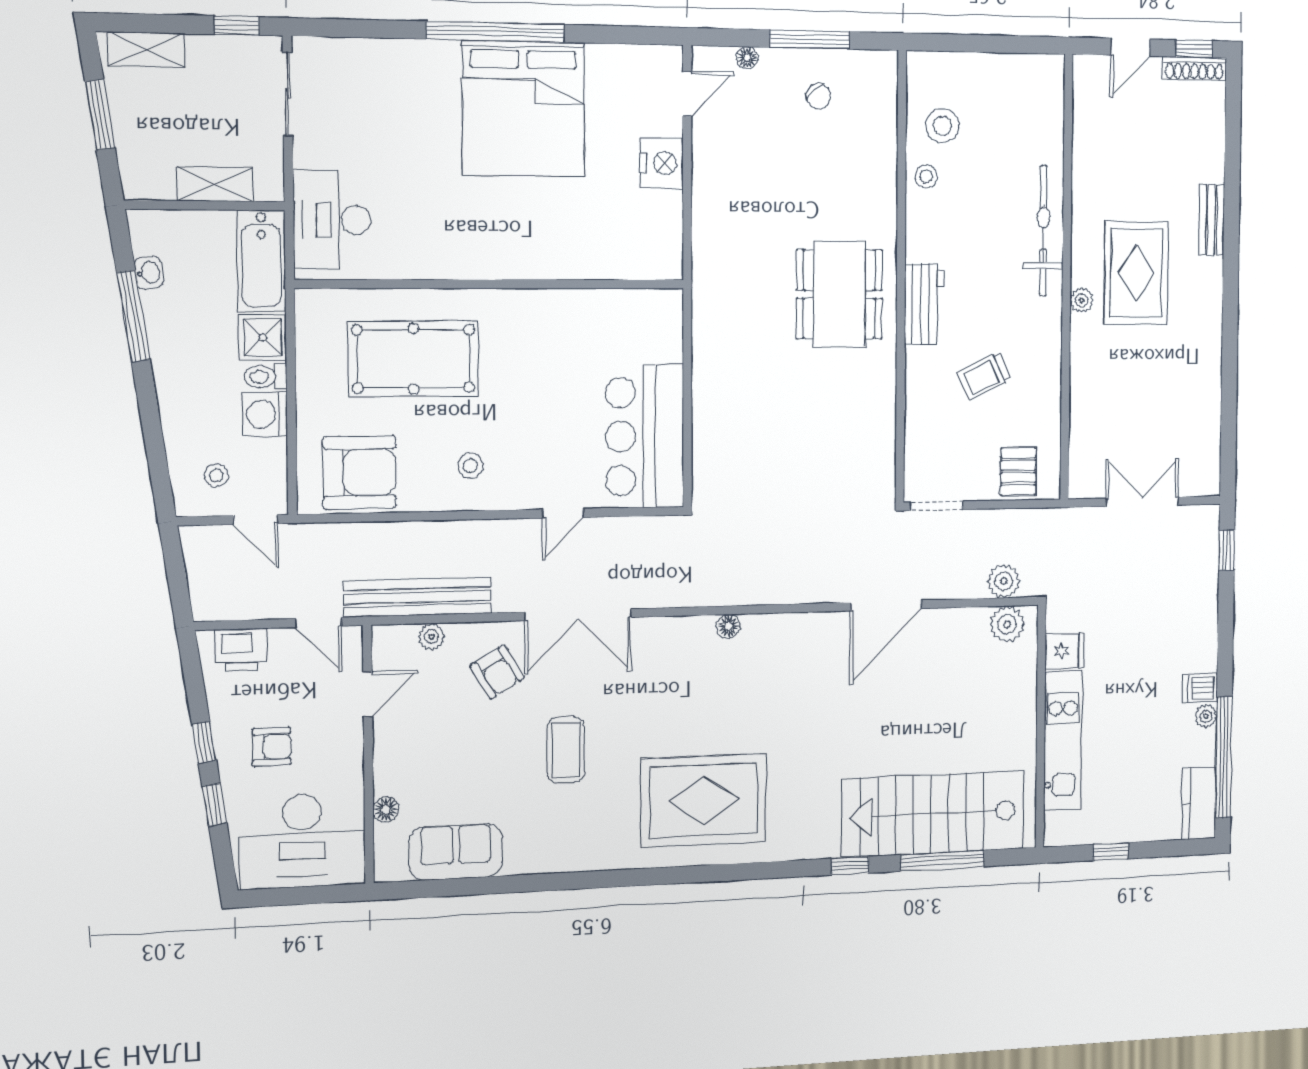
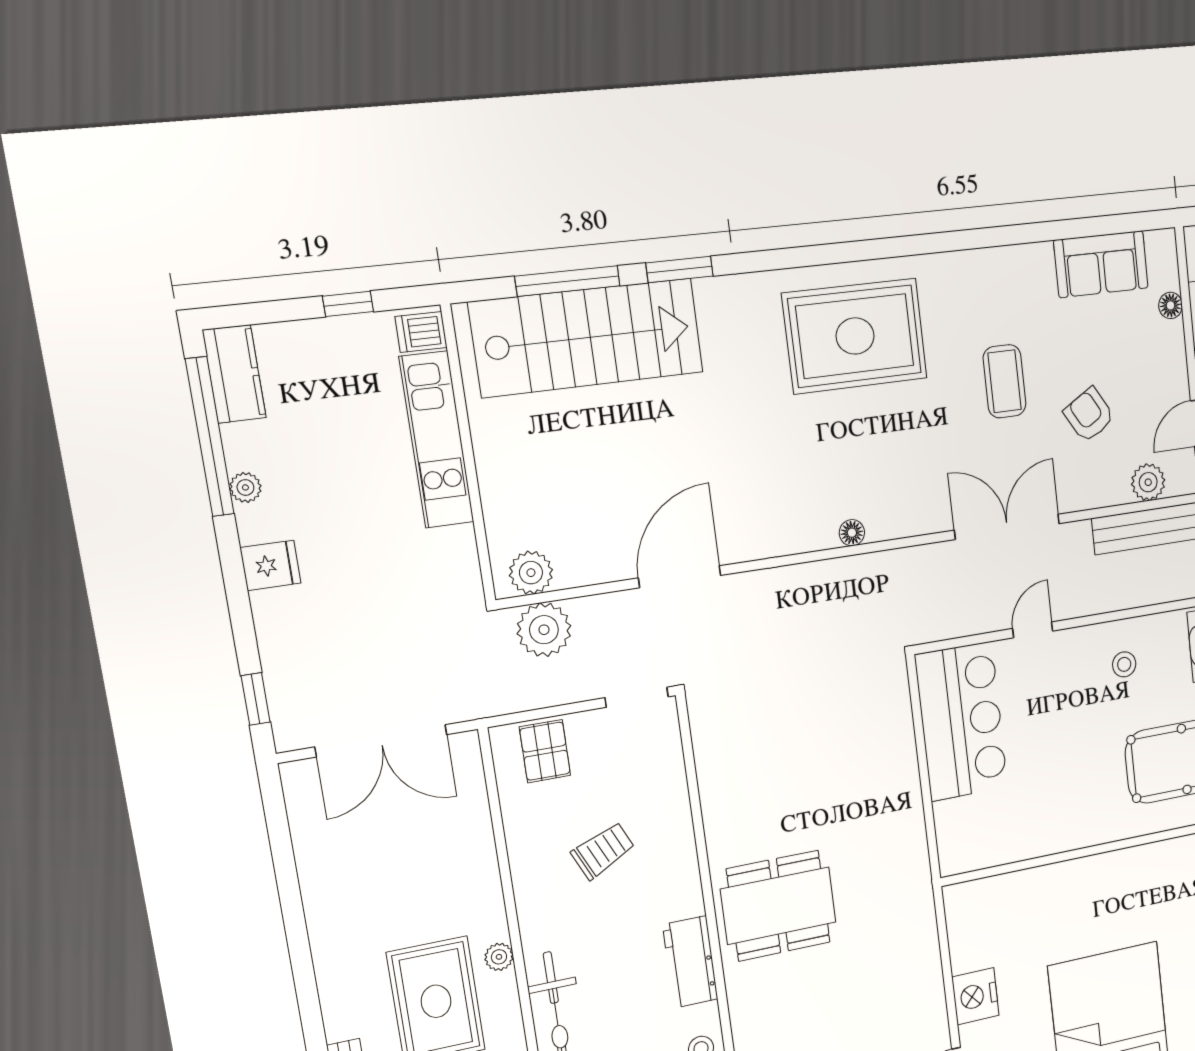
dining table: (839, 294) -> (778, 906), turned 90
workbench: (924, 304) -> (690, 962), moved
double door: (1142, 502) -> (381, 741), width x1.37
plant: (1004, 581) -> (544, 630), width x1.36, depth x1.36
plant: (431, 636) -> (1148, 482), width x1.38, depth x1.38
fridge: (1065, 651) -> (271, 565), moved, turned 180
armchair: (497, 672) -> (1089, 415), moved
dishwasher: (1200, 688) -> (421, 332), moved, turned 180
window: (850, 866) -> (680, 269), width x1.50

